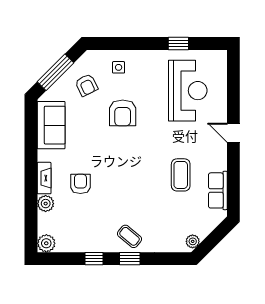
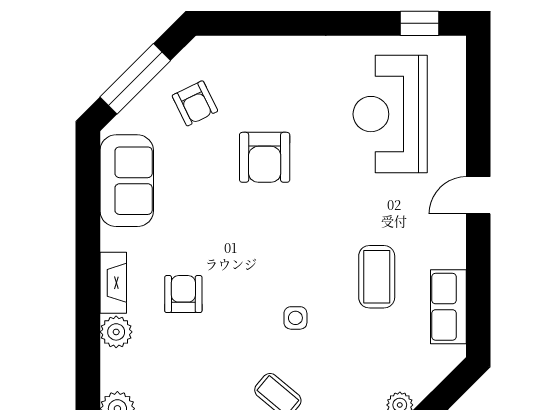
window: (178, 44) -> (420, 23), moved
side table: (119, 67) -> (295, 318), moved
reception desk: (188, 91) -> (390, 114), turned 180
door: (233, 133) -> (478, 195), hinge flipped

